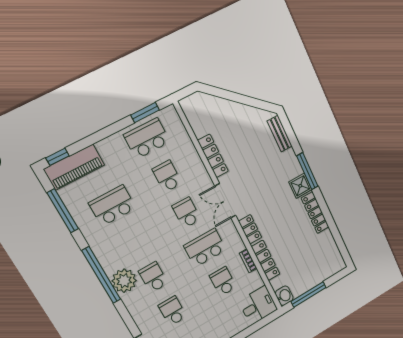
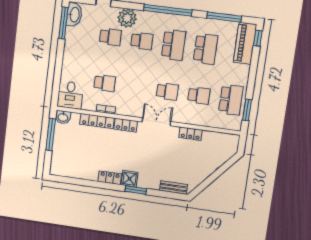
locker: (213, 156) -> (191, 134), width x0.66
window: (307, 171) -> (136, 190), width x0.69
locker: (315, 213) -> (110, 178), width x0.66
school desk: (205, 248) -> (174, 45), moved
plant: (124, 281) -> (127, 18), moved

